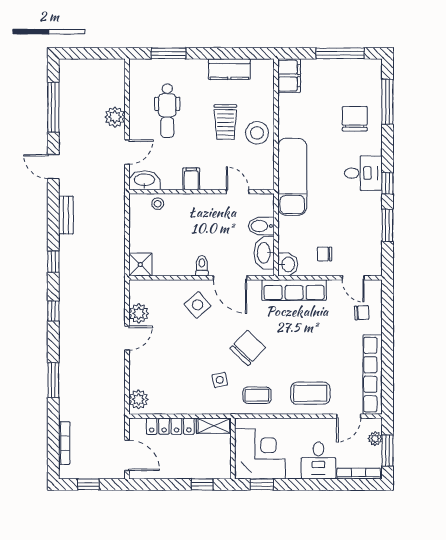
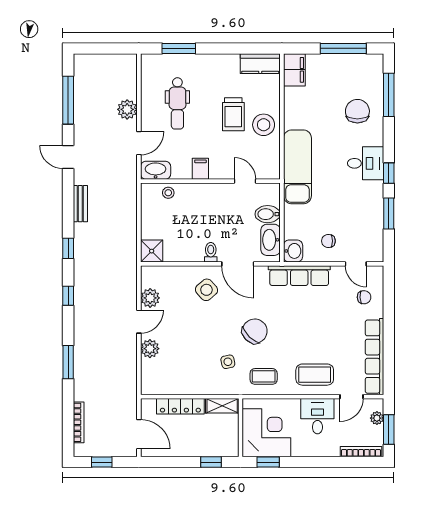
kitchen counter: (229, 69) -> (260, 64), moved
plant: (138, 399) -> (150, 349), moved
desk: (318, 460) -> (317, 416), moved, turned 180

